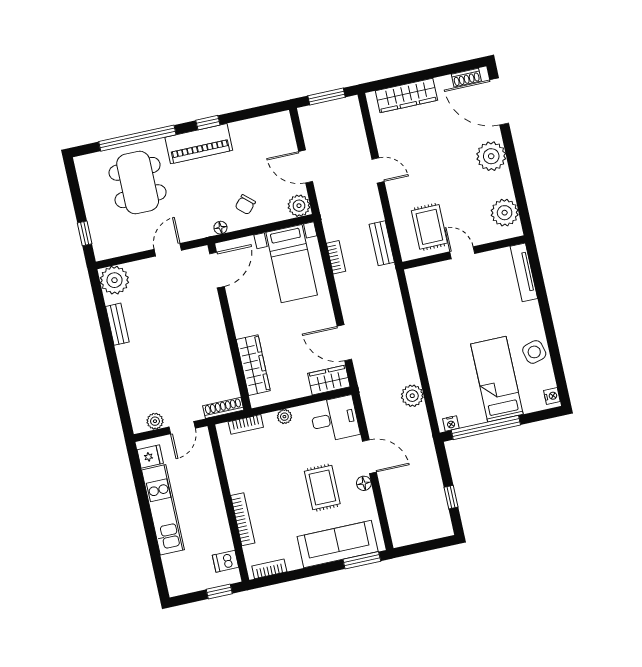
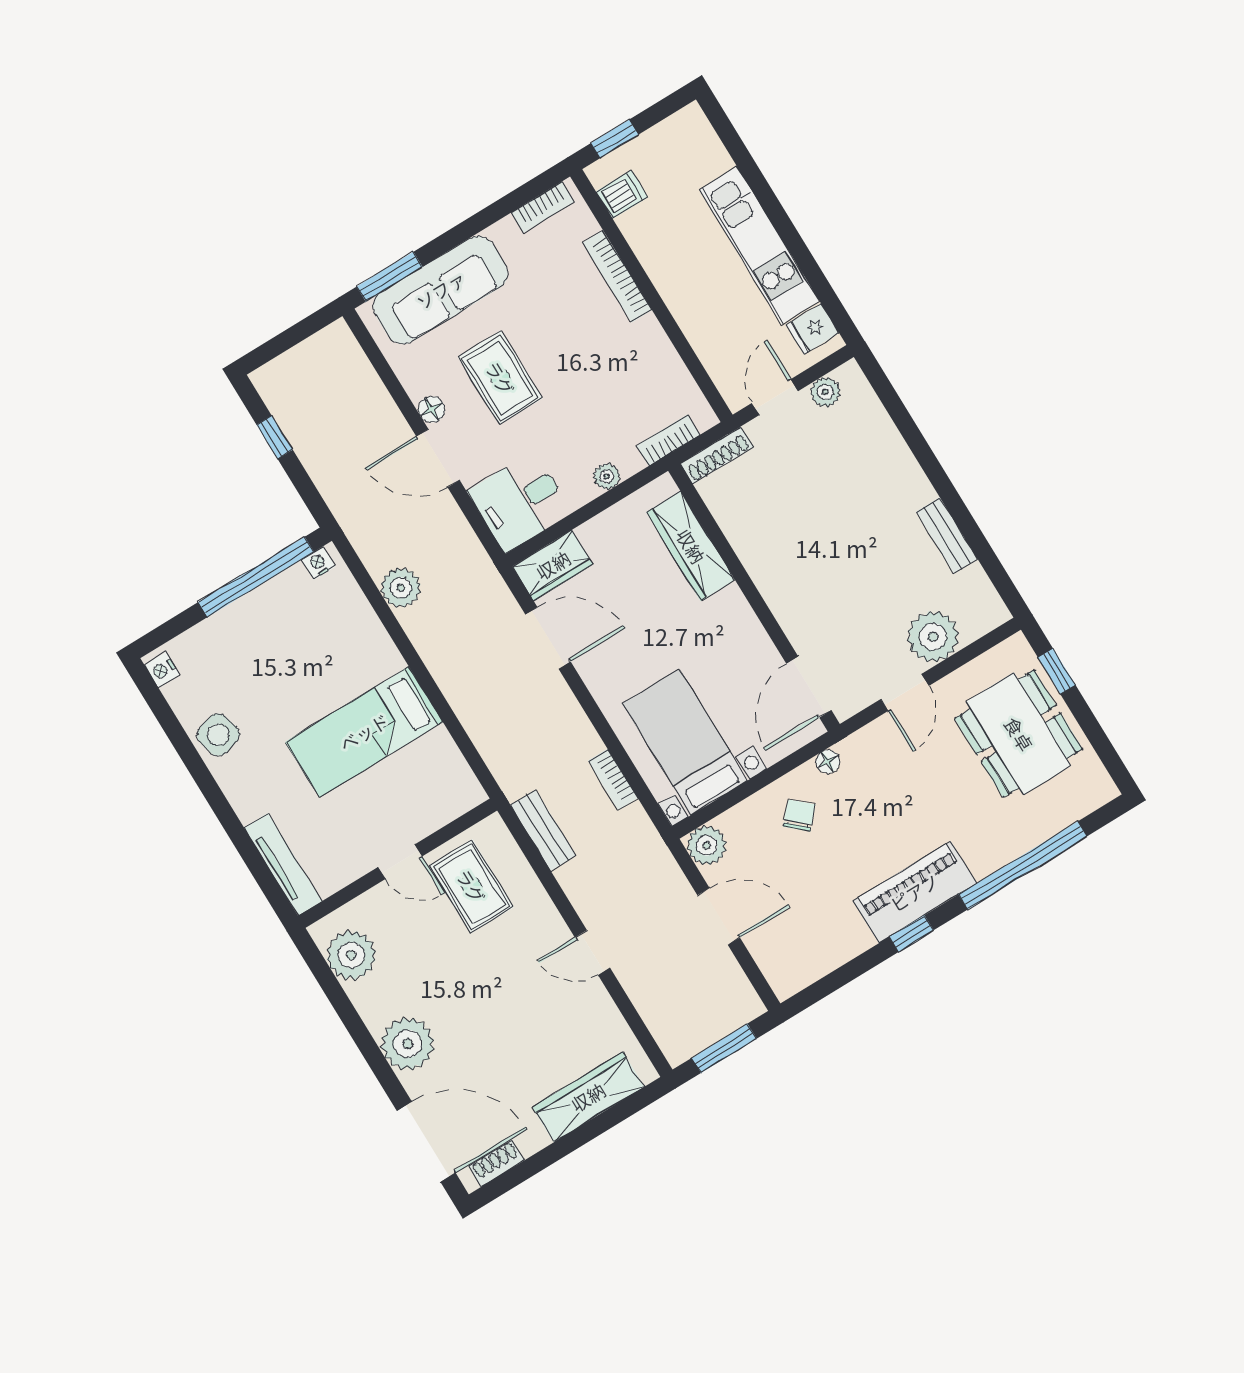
dining table: (138, 183) -> (1019, 734), moved
plant: (114, 280) -> (933, 637), moved
bed: (497, 379) -> (364, 732), moved, turned 90

